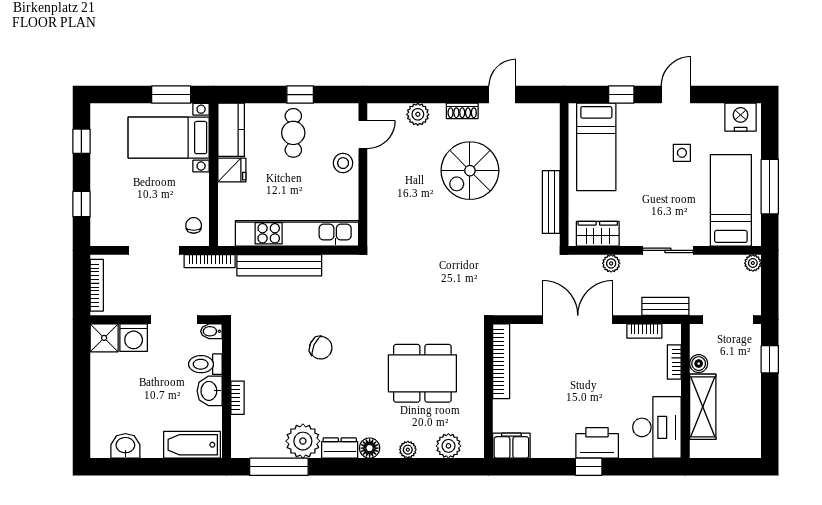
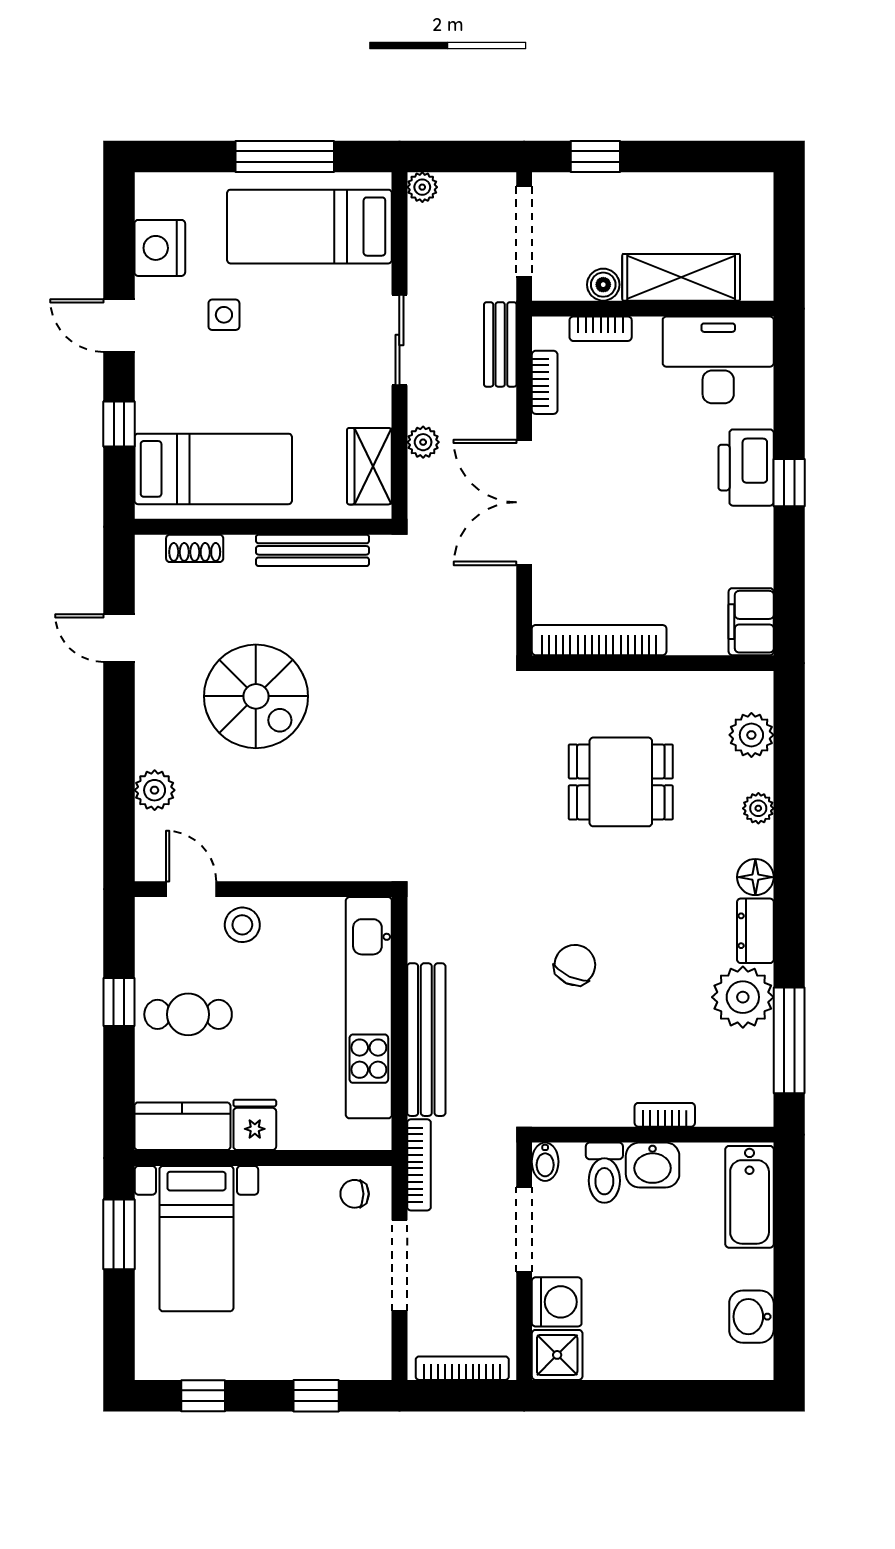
shoe rack: (462, 111) -> (195, 548), moved, turned 90
nightstand: (741, 117) -> (160, 248), moved
dining table: (422, 373) -> (621, 782), width x0.73

